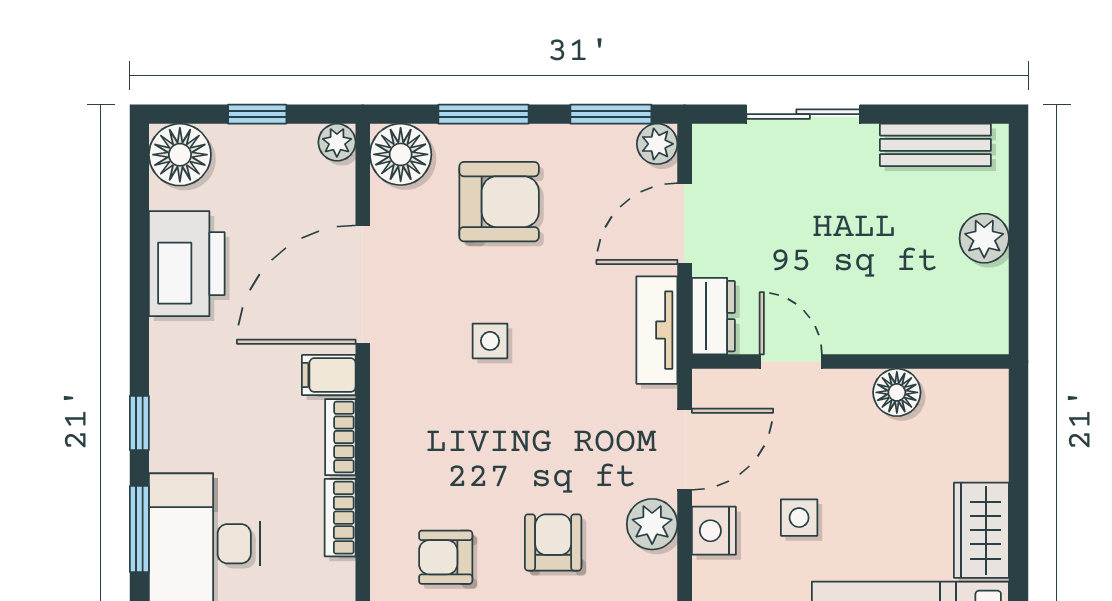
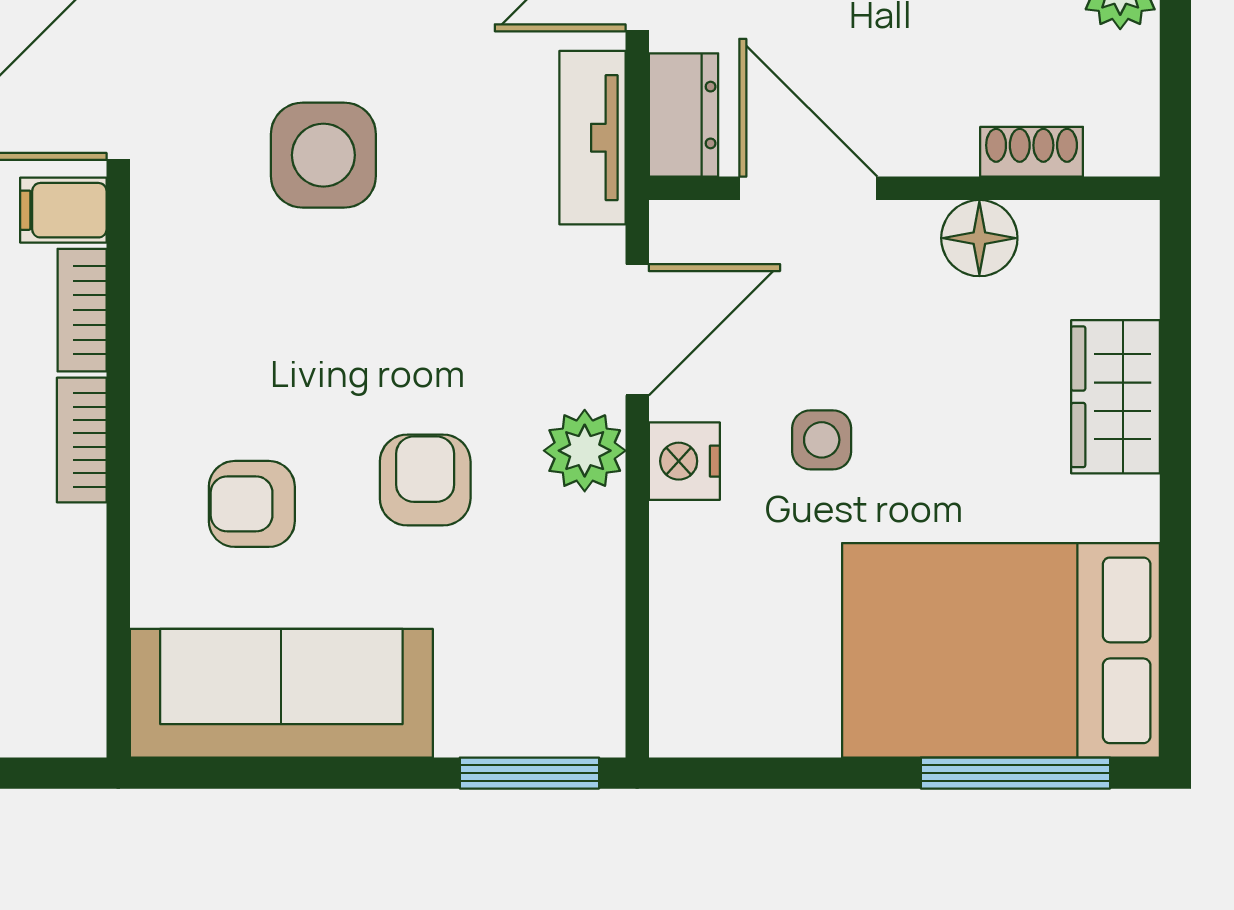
shoe rack: (929, 339) -> (1032, 152), added
side table: (490, 341) -> (323, 155), width x1.87, depth x1.87
door: (791, 362) -> (808, 188), width x1.38
wardrobe: (981, 530) -> (1116, 397), moved

